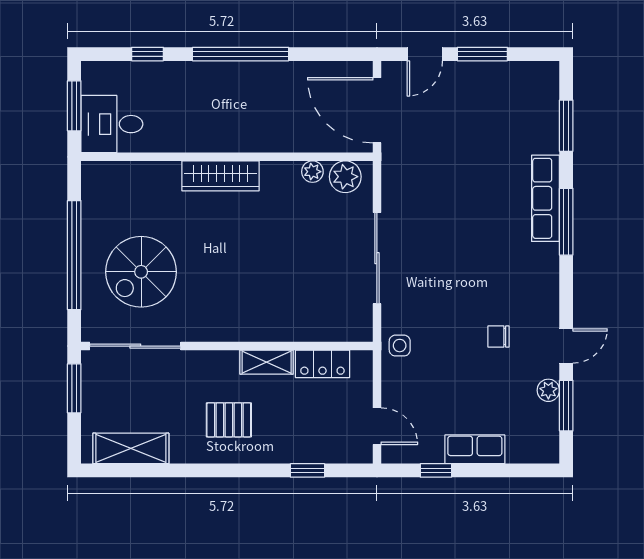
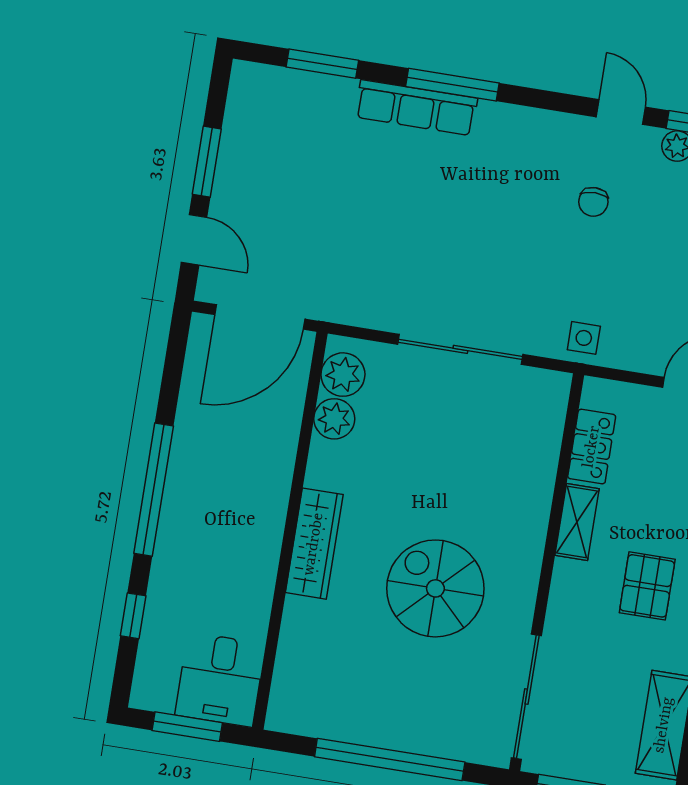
plant: (312, 172) -> (334, 419), width x1.38, depth x1.38
spiral stairs: (141, 272) -> (435, 588), moved, turned 180

